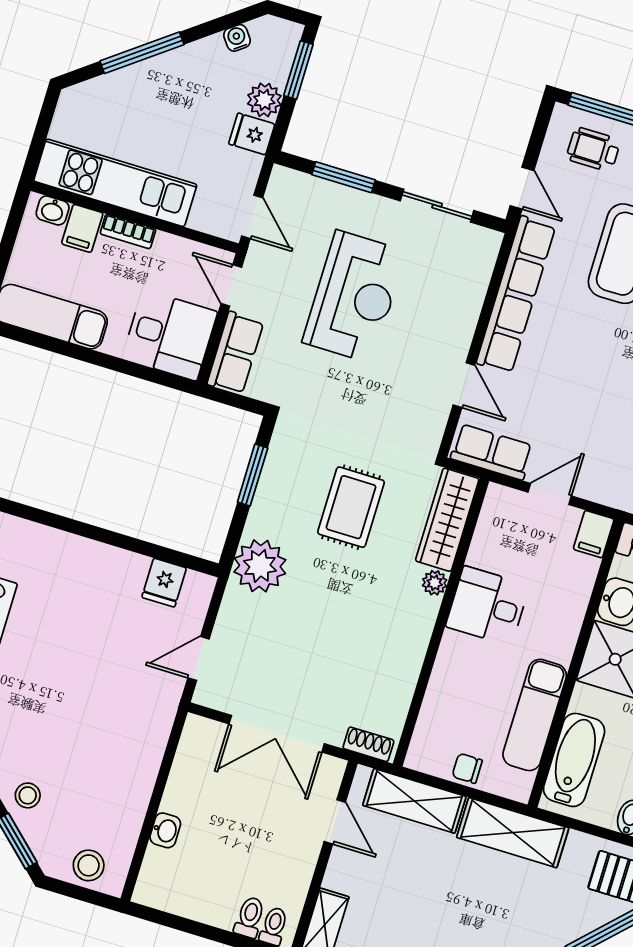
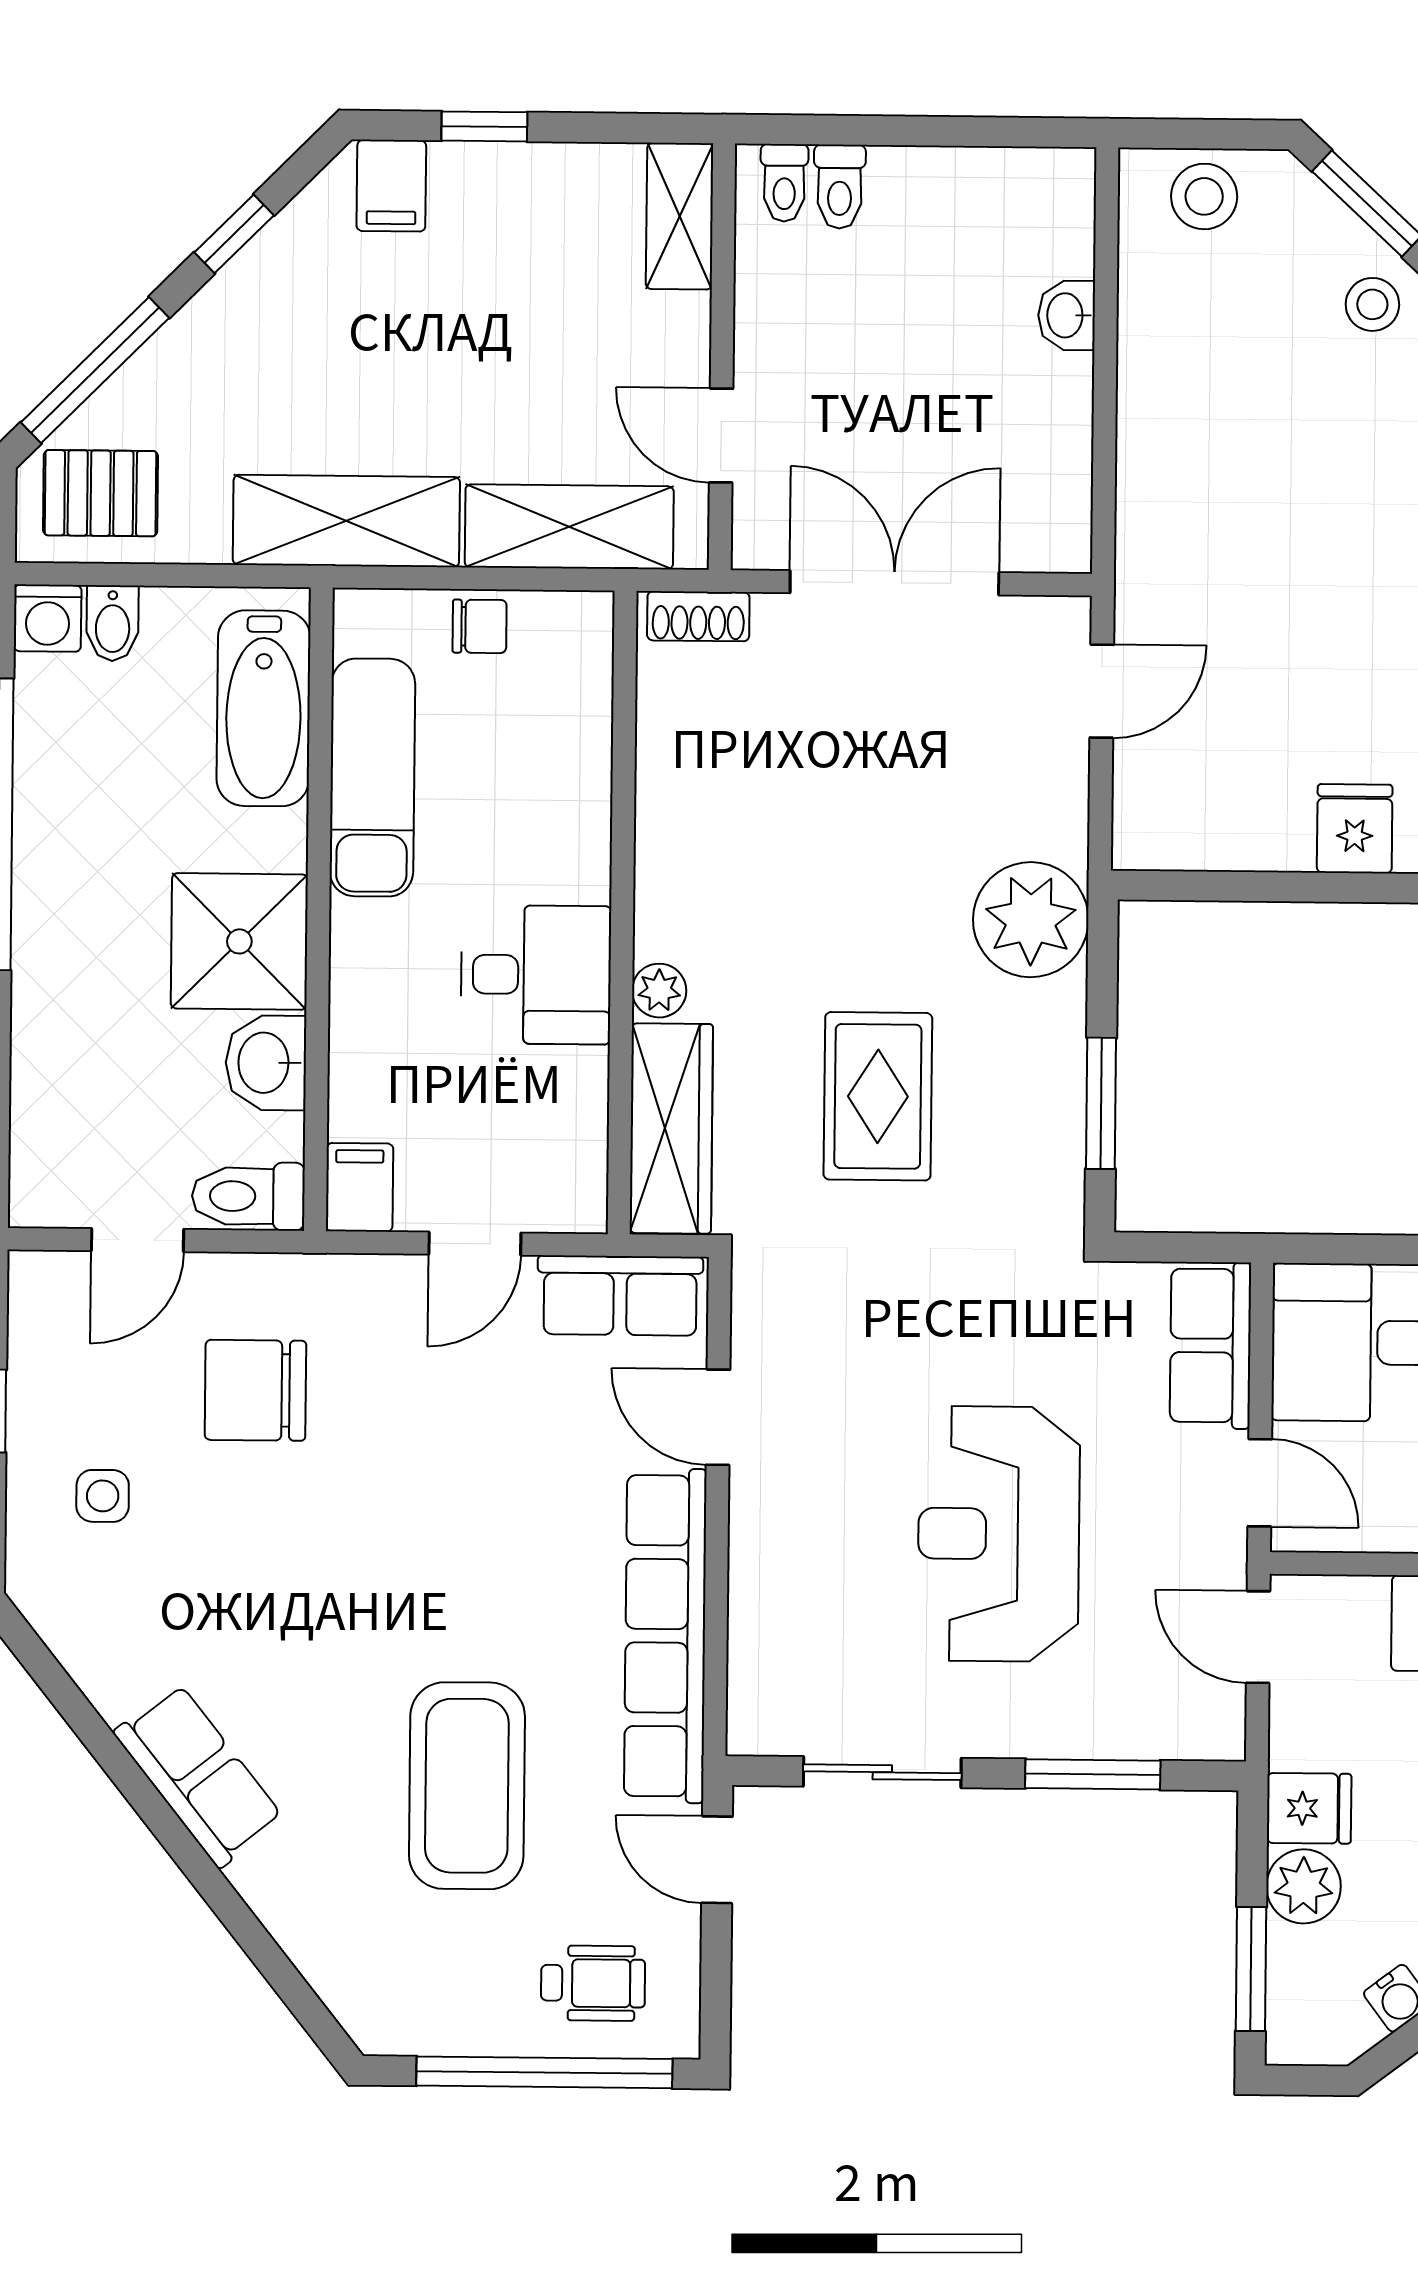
fridge: (164, 583) -> (1355, 829), moved

